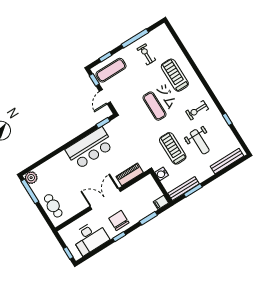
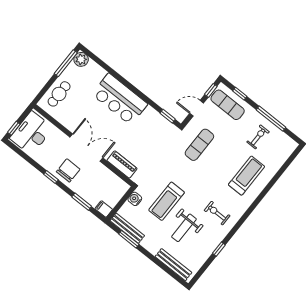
exercise mat: (154, 106) -> (199, 145), moved
bar counter: (90, 148) -> (120, 99), moved
treadmill: (173, 148) -> (167, 201), turned 180
desk: (90, 238) -> (31, 133), moved, turned 90

